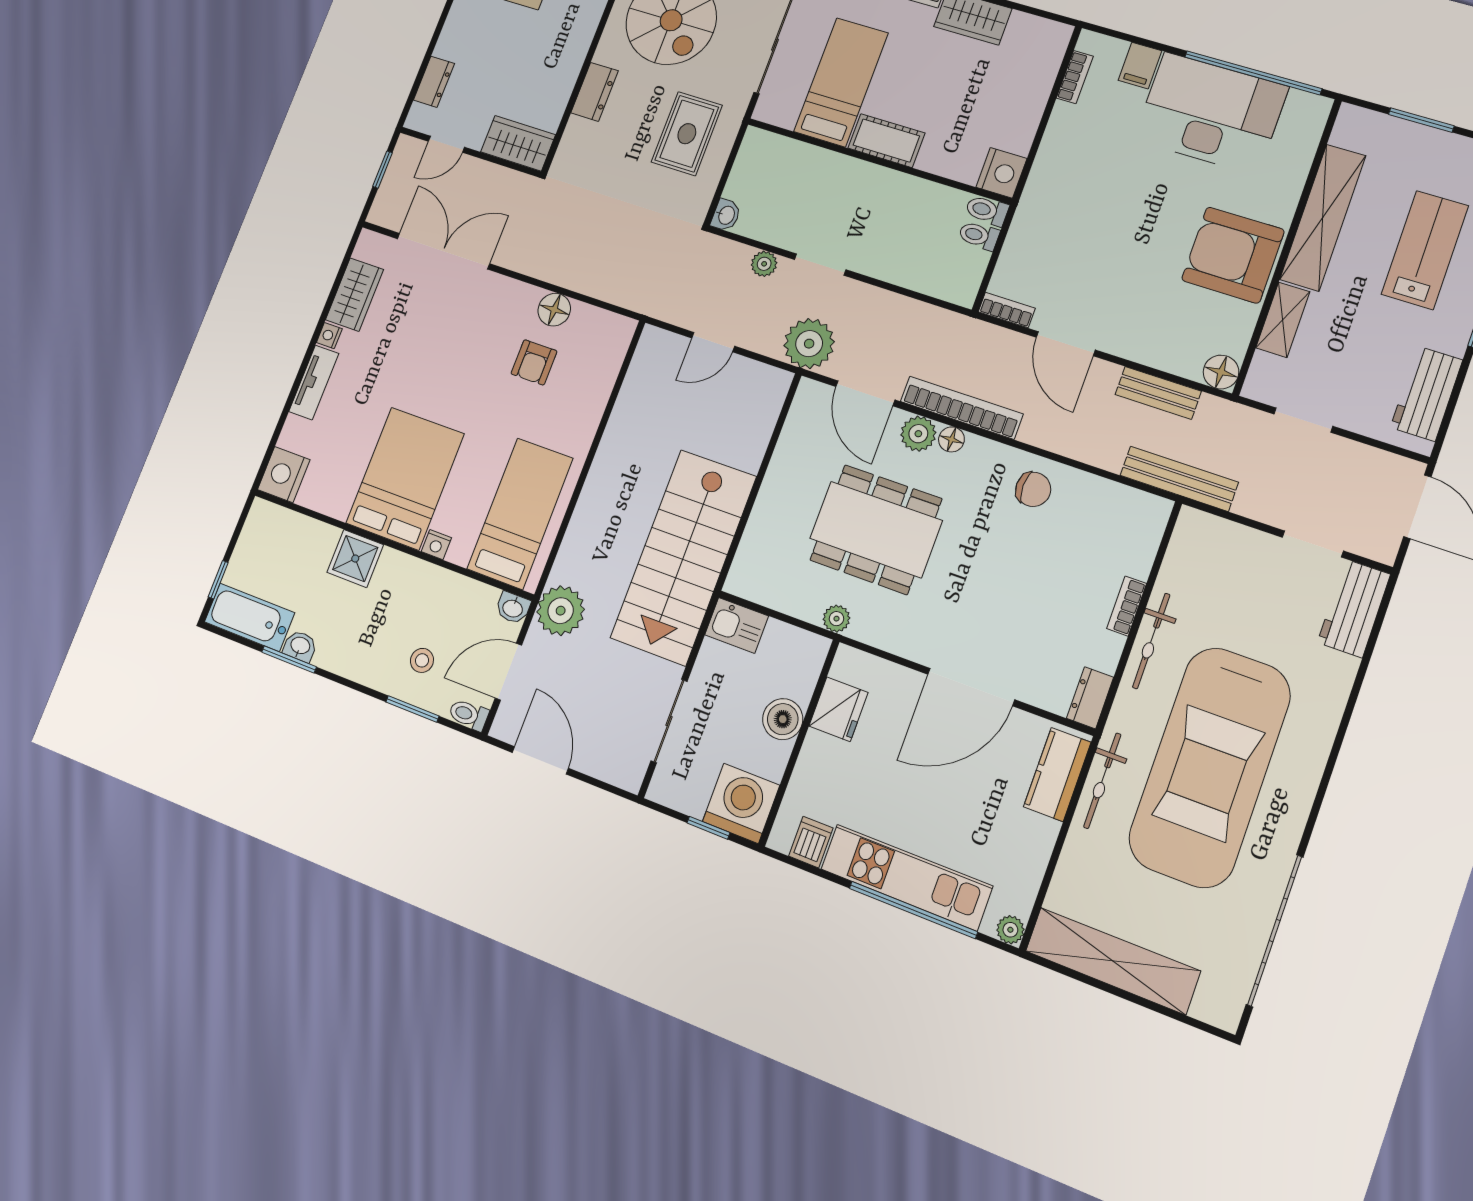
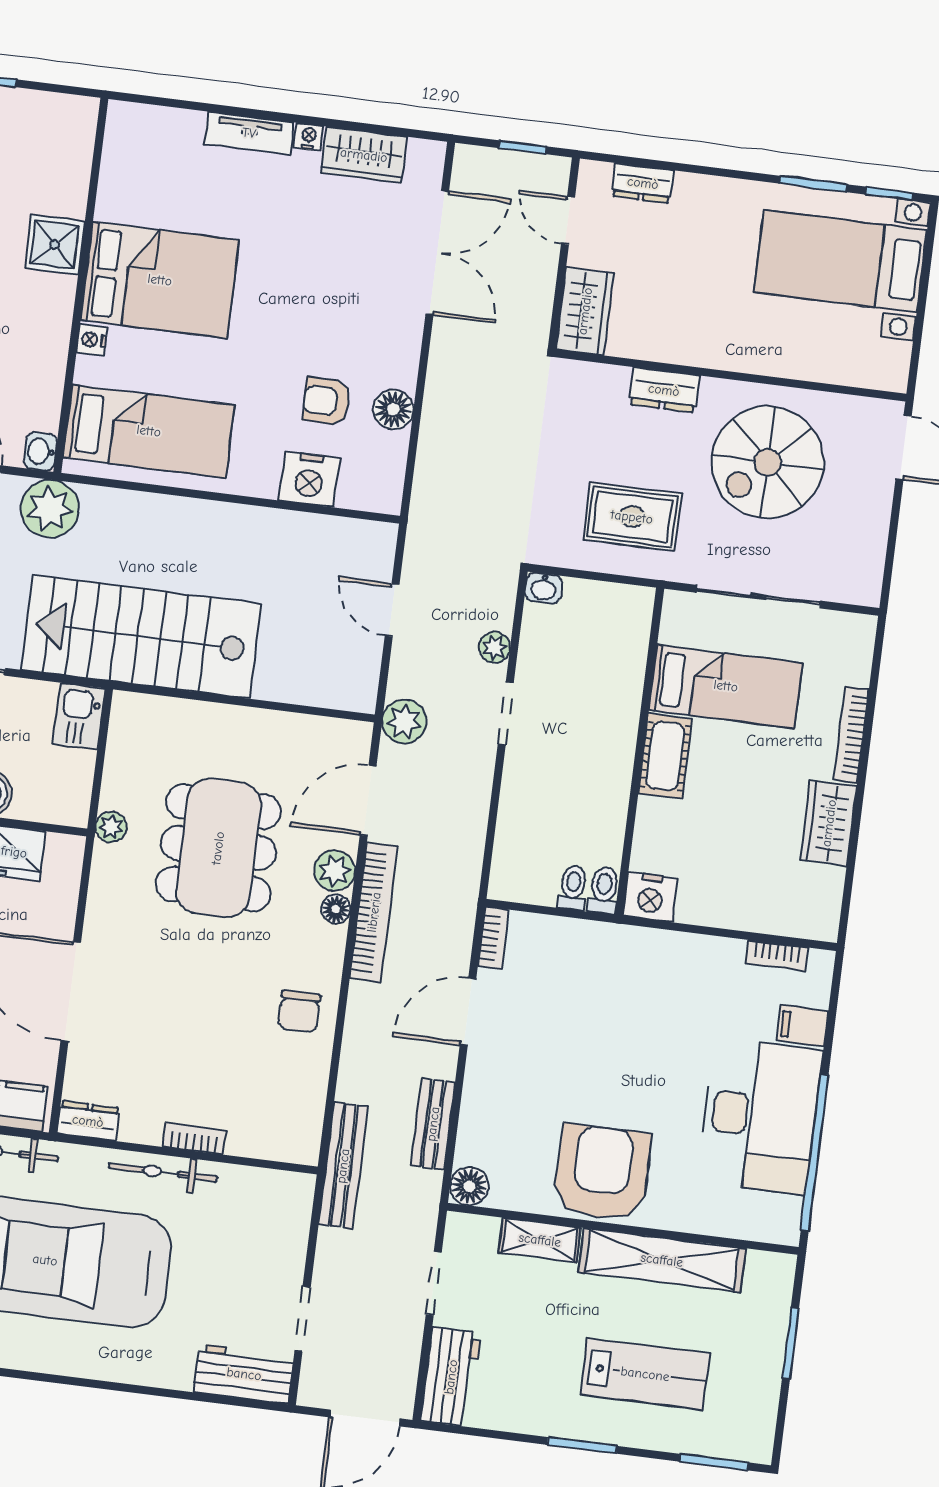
plant: (809, 344) -> (404, 721), width x0.73, depth x0.73
workbench: (1427, 394) -> (451, 1377), moved, turned 90
nightstand: (284, 475) -> (309, 479), moved, turned 180

